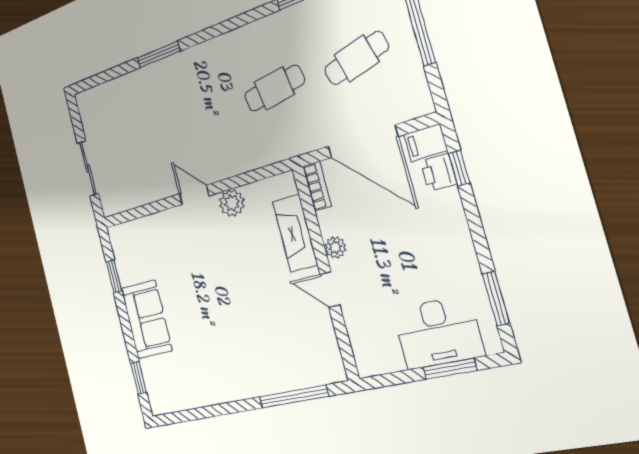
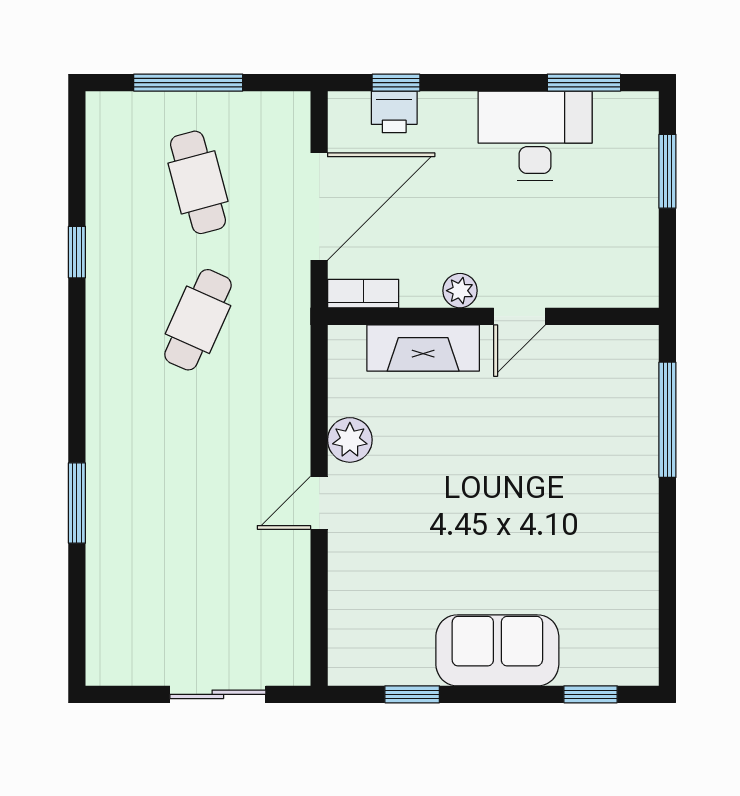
cafe table: (274, 88) -> (198, 320), turned 33
filing cabinet: (426, 143) -> (348, 118), removed
desk: (438, 332) -> (535, 136), moved, turned -90

